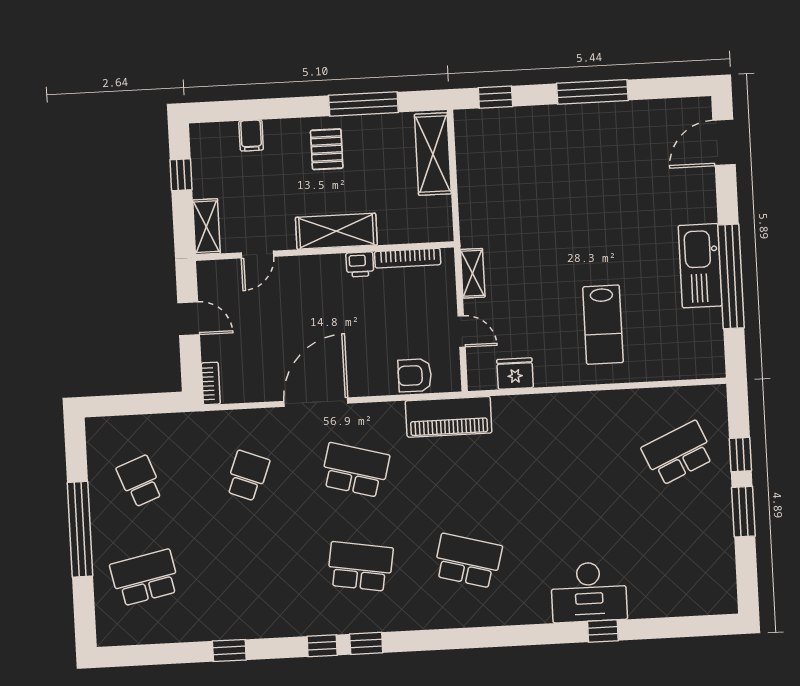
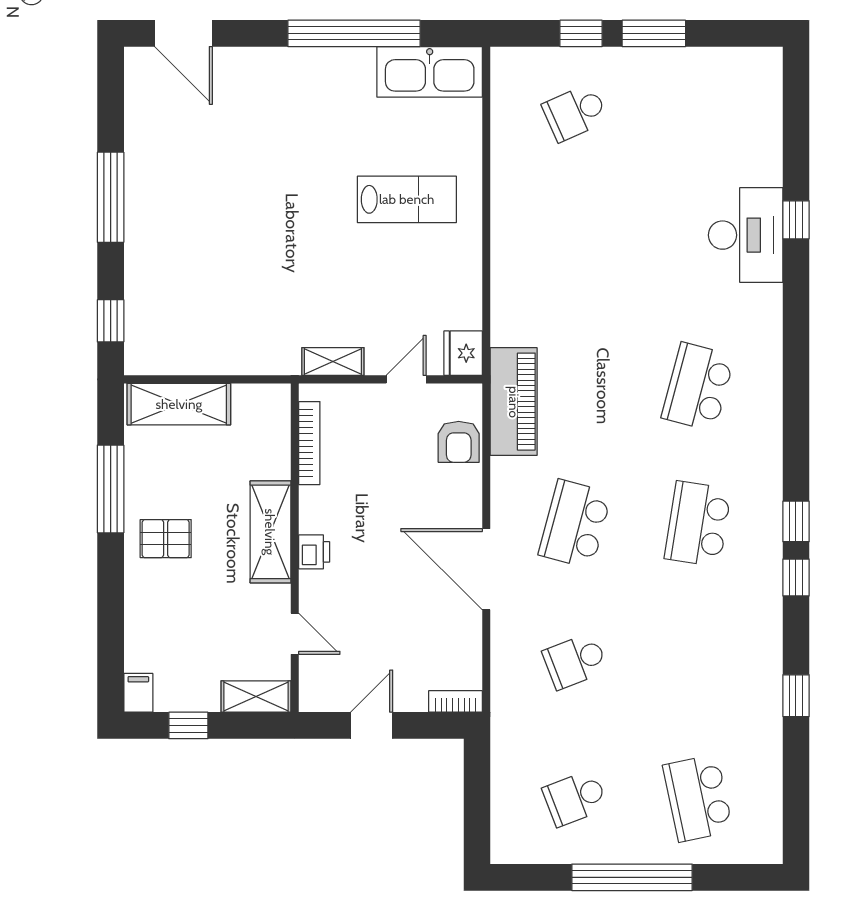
filing cabinet: (251, 135) -> (138, 693), moved, turned -90
printer: (360, 264) -> (314, 552), moved
kitchen sink: (700, 266) -> (430, 72), moved
fridge: (515, 374) -> (463, 353), moved
school desk: (678, 453) -> (575, 113), width x0.54
school desk: (247, 476) -> (575, 661), turned -42

